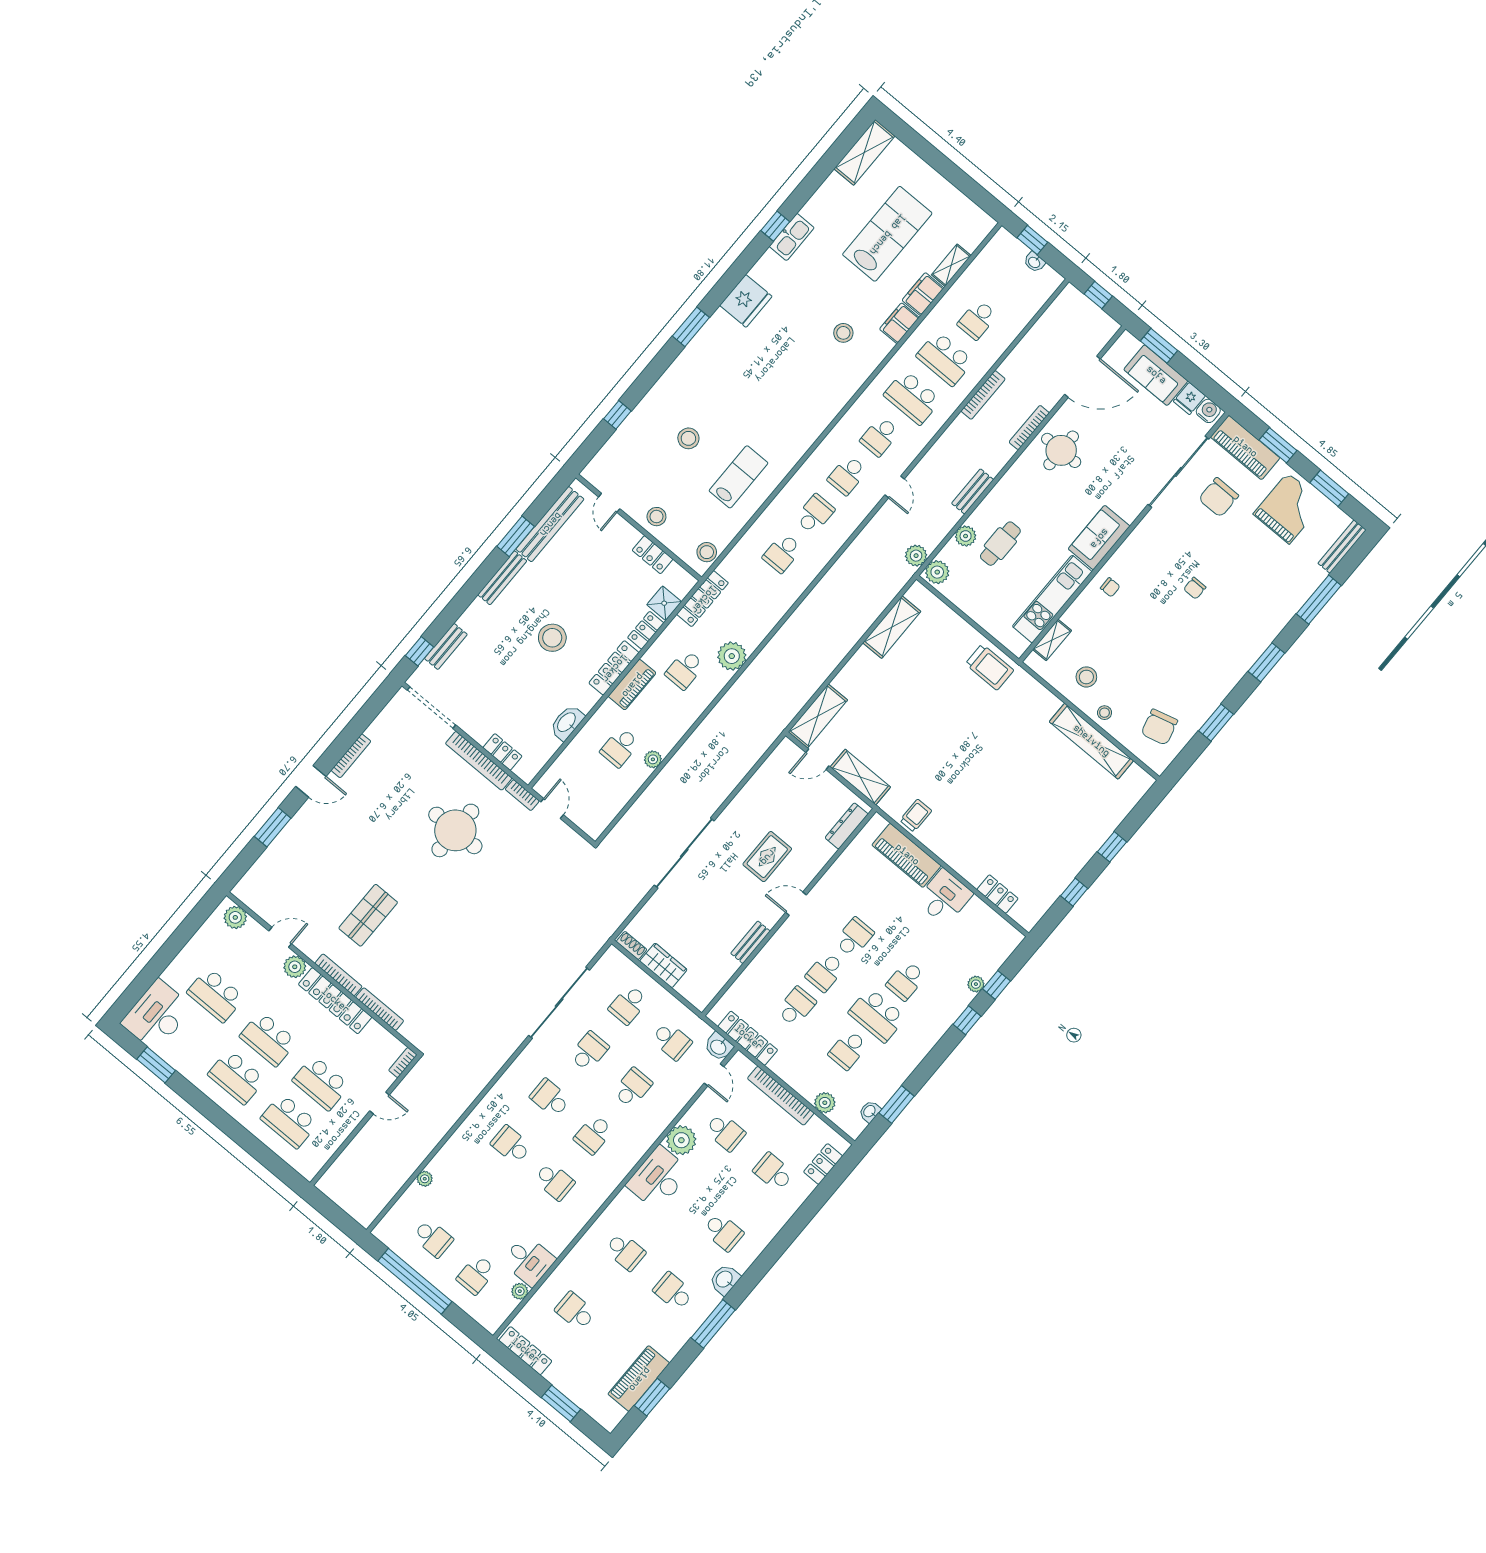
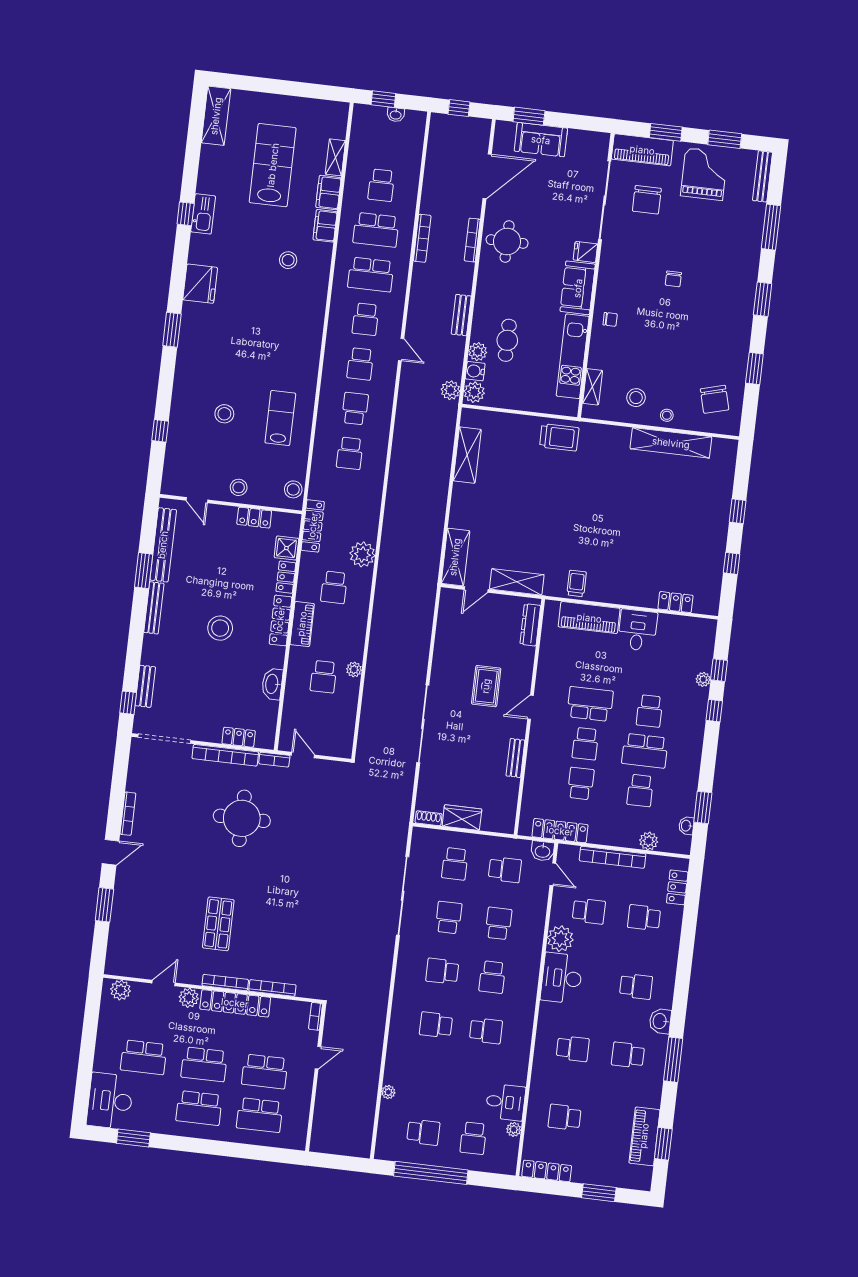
fridge: (1189, 398) -> (585, 252), moved, turned 90
water cooler: (1208, 411) -> (475, 371), moved, turned -90
school desk: (854, 937) -> (590, 704), width x1.85

